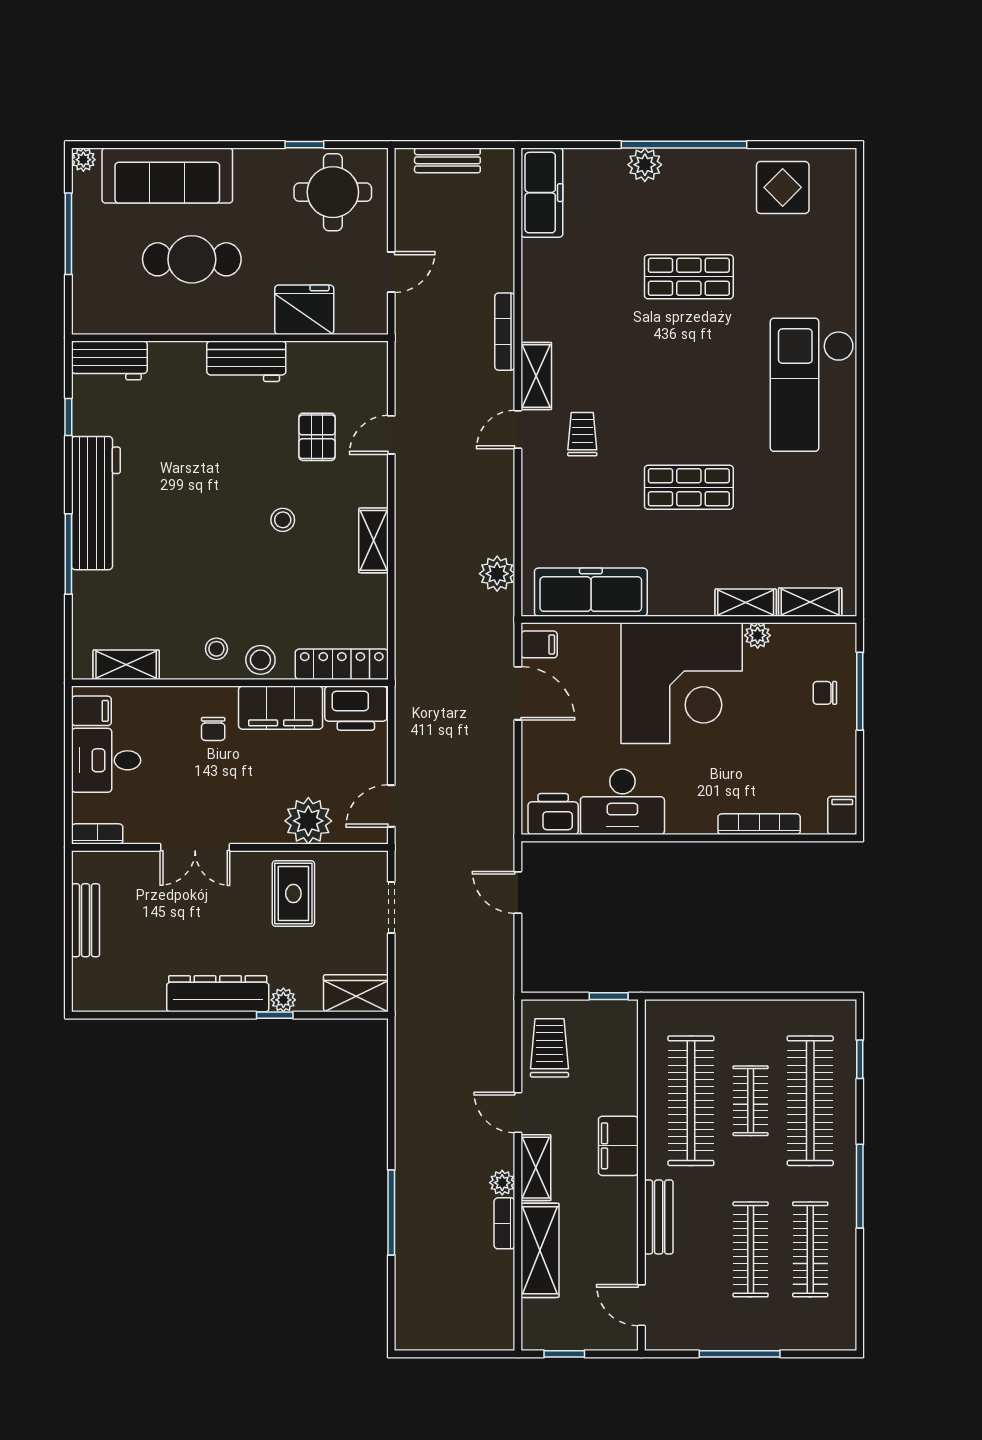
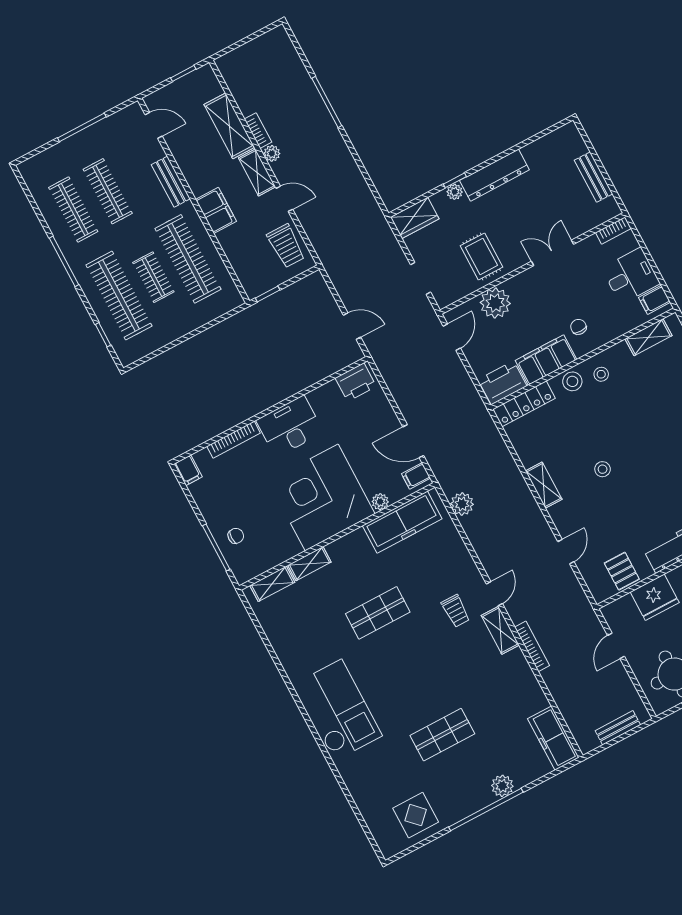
pallet: (317, 437) -> (622, 571), moved
plant: (758, 635) -> (380, 502), moved
desk: (622, 802) -> (290, 426), moved

